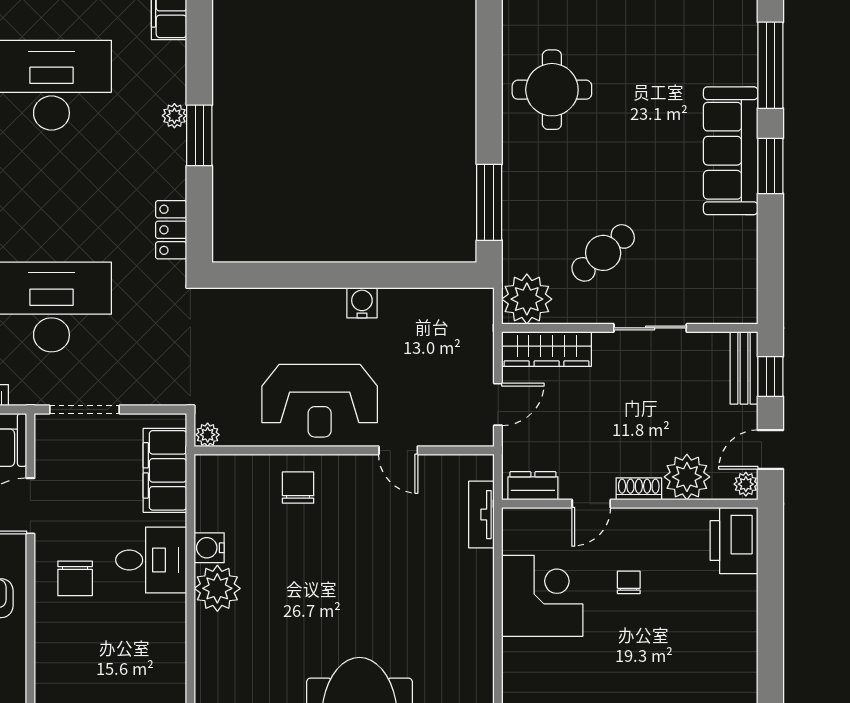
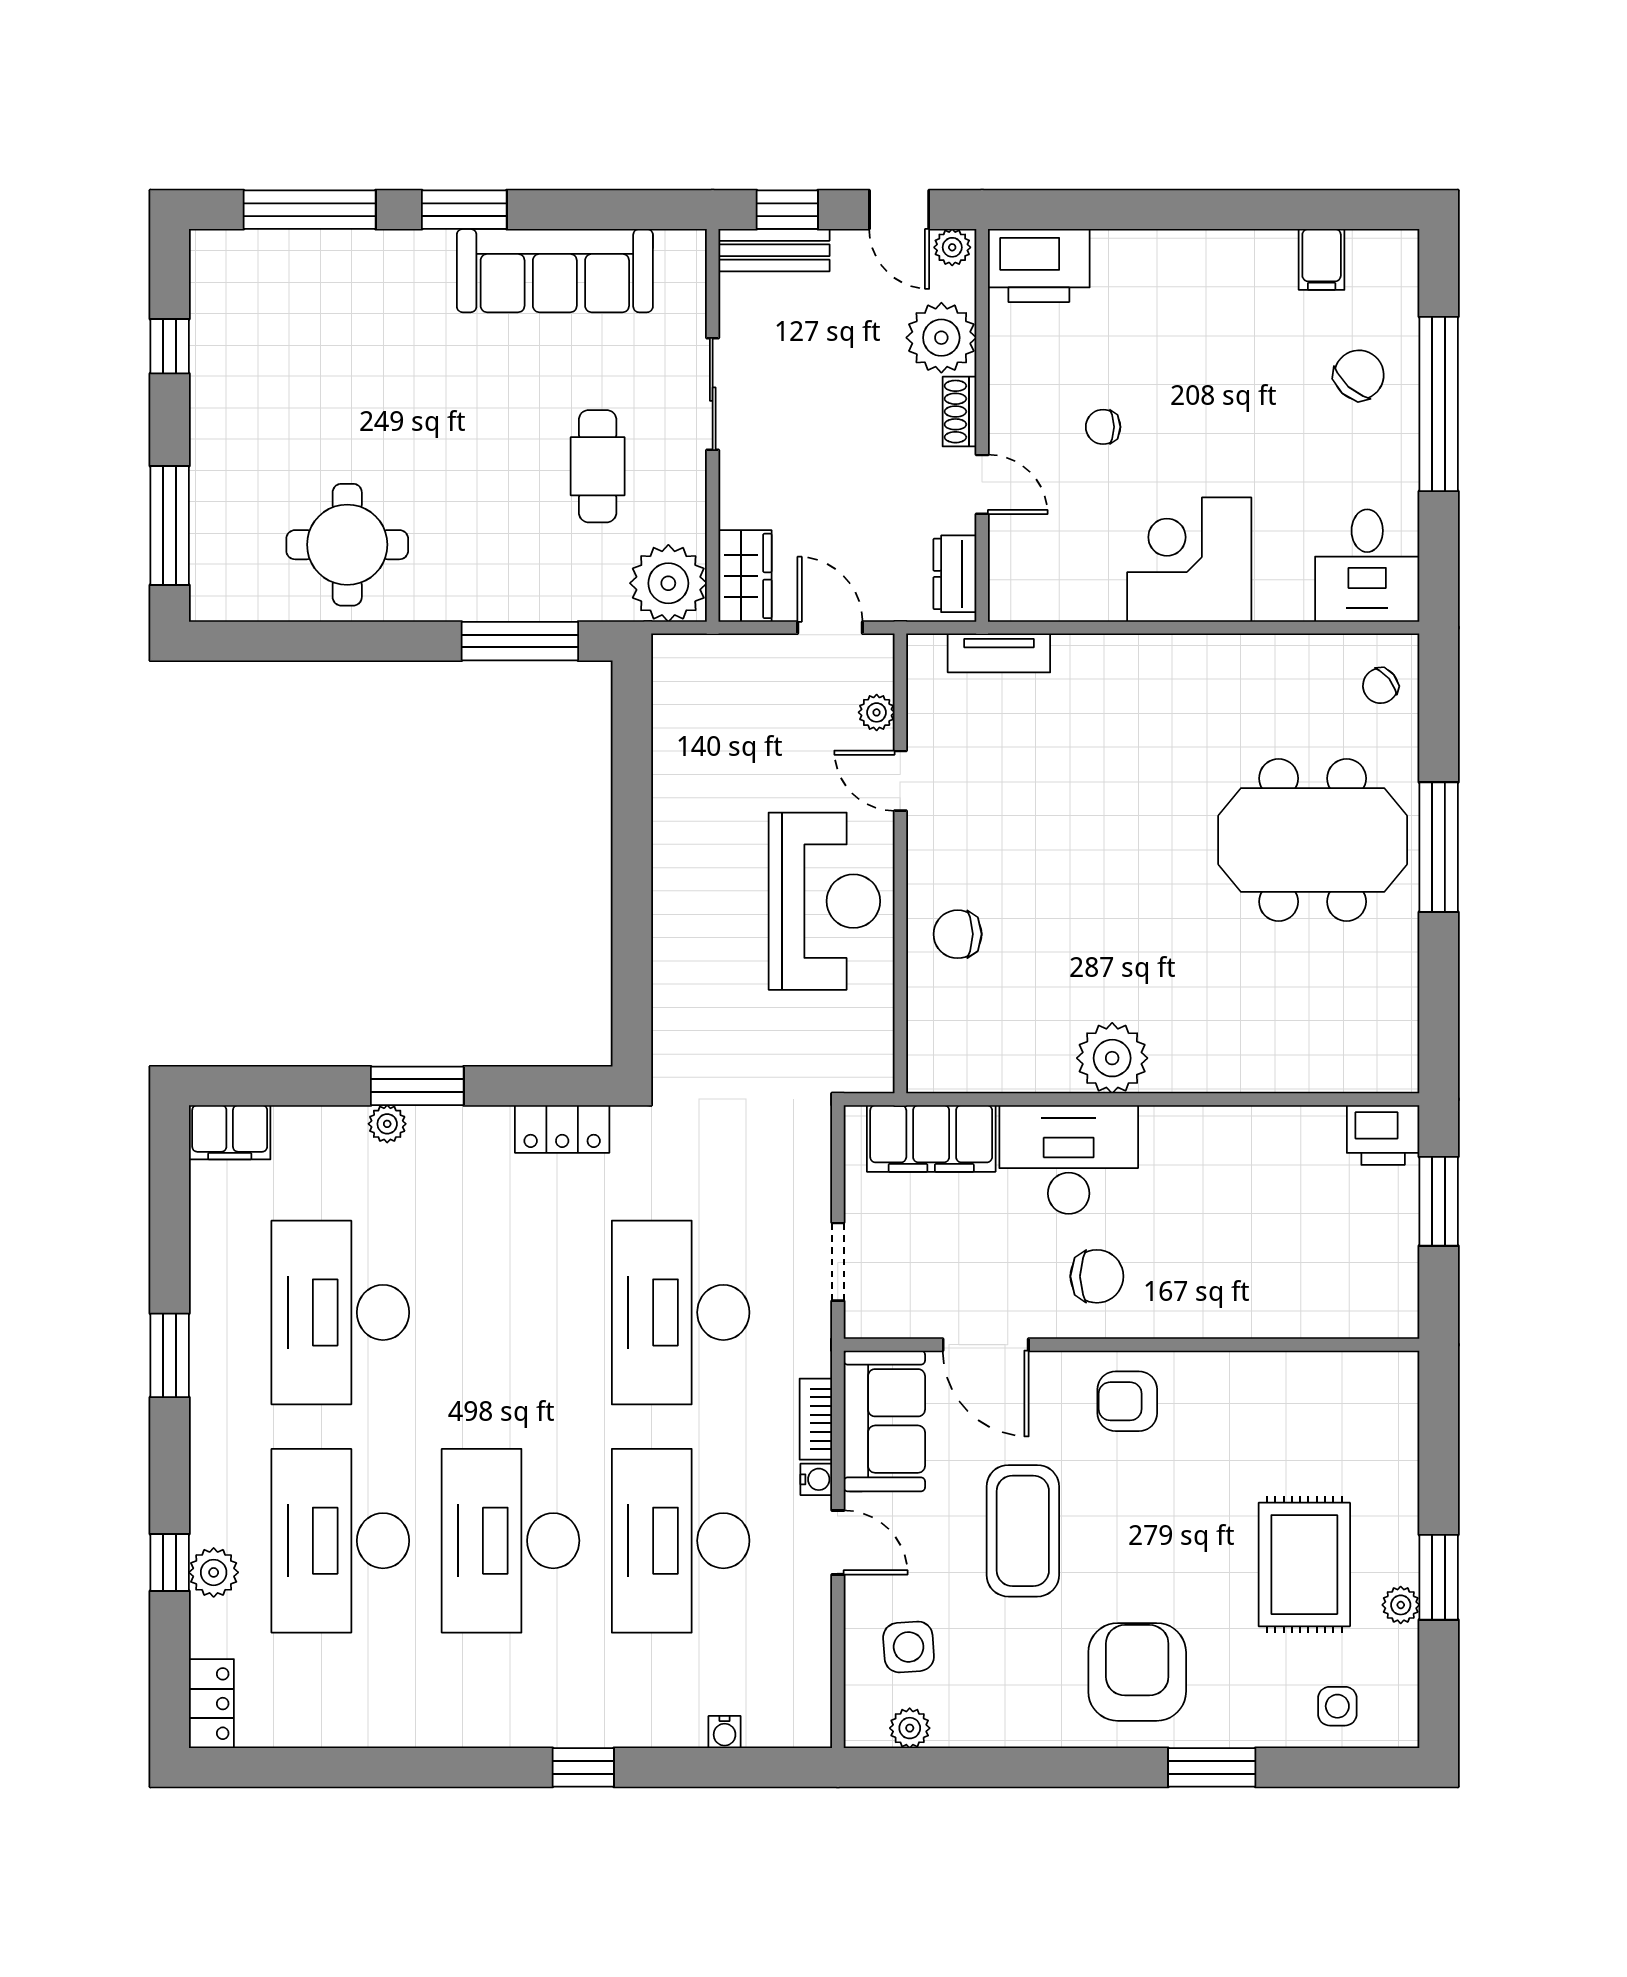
sofa: (731, 151) -> (555, 271), moved
cafe table: (603, 253) -> (598, 466), turned 40
water cooler: (362, 303) -> (674, 836), removed
wardrobe: (547, 349) -> (745, 576), width x0.67
doorway: (85, 409) -> (838, 1262), width x0.73
plant: (208, 435) -> (877, 712), moved
door: (398, 450) -> (900, 781), swing flipped
water cooler: (209, 548) -> (1050, 1071), removed
desk: (151, 560) -> (1069, 1160), width x1.37
corner desk: (542, 596) -> (1189, 560), moved

